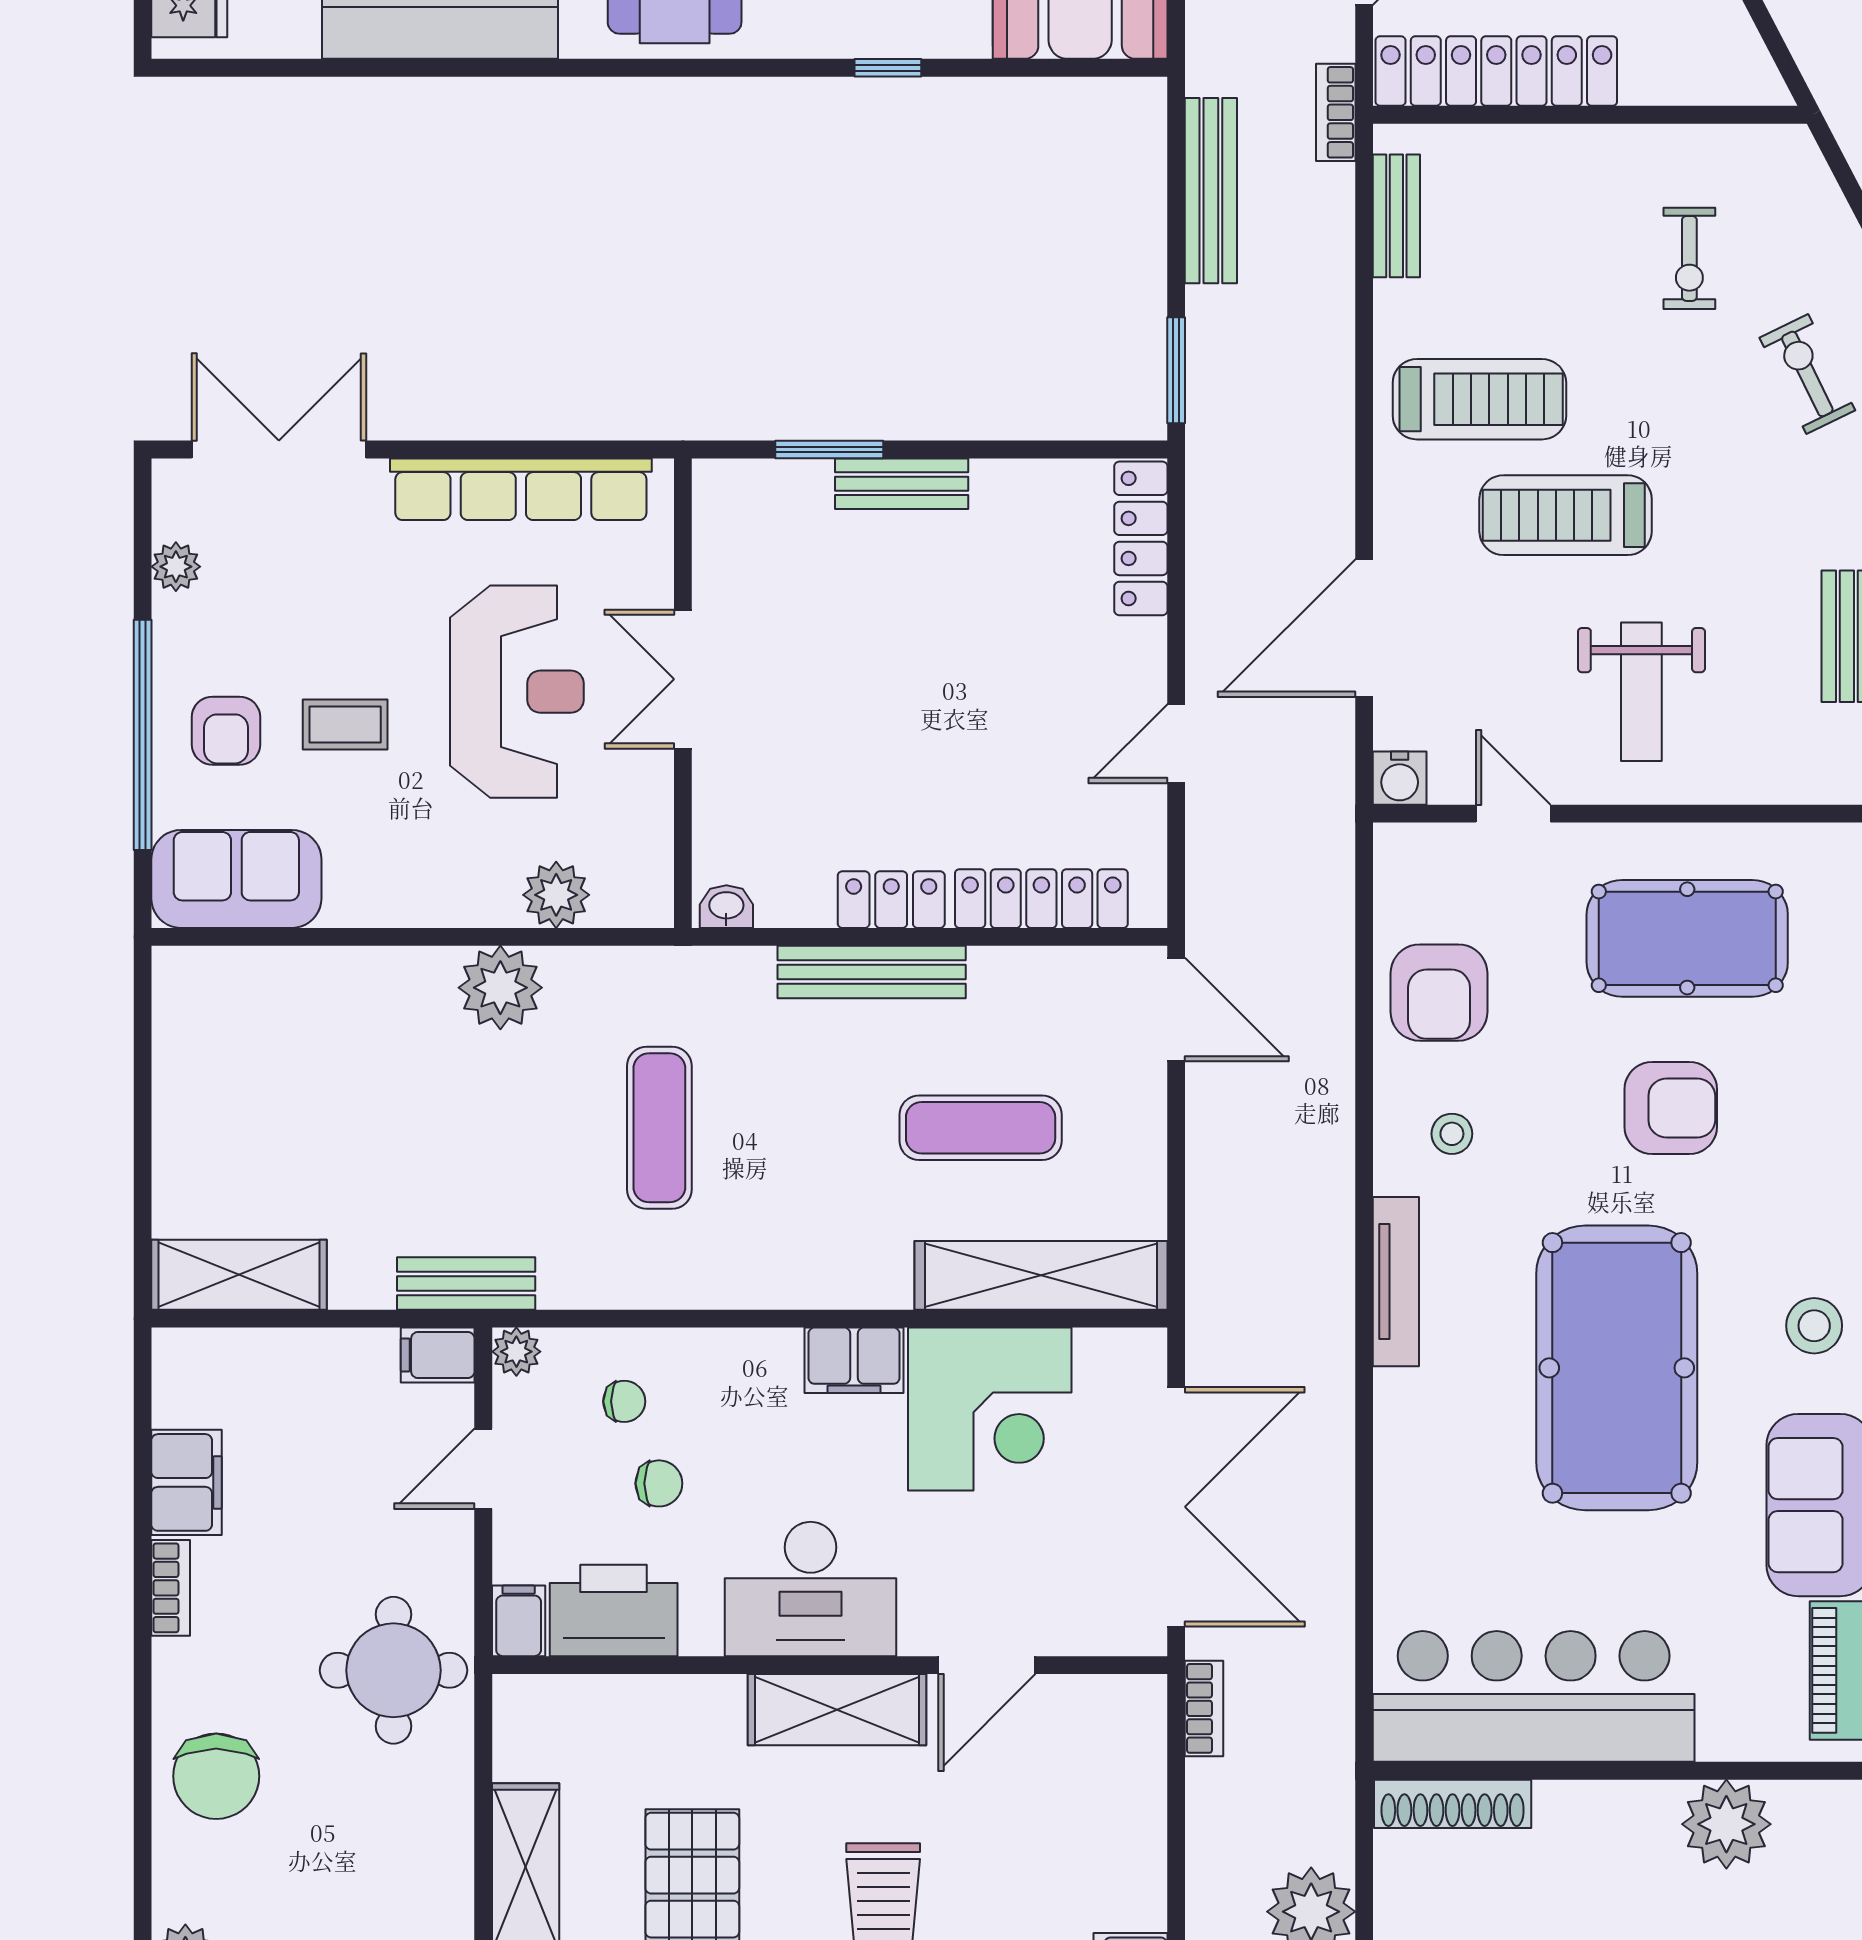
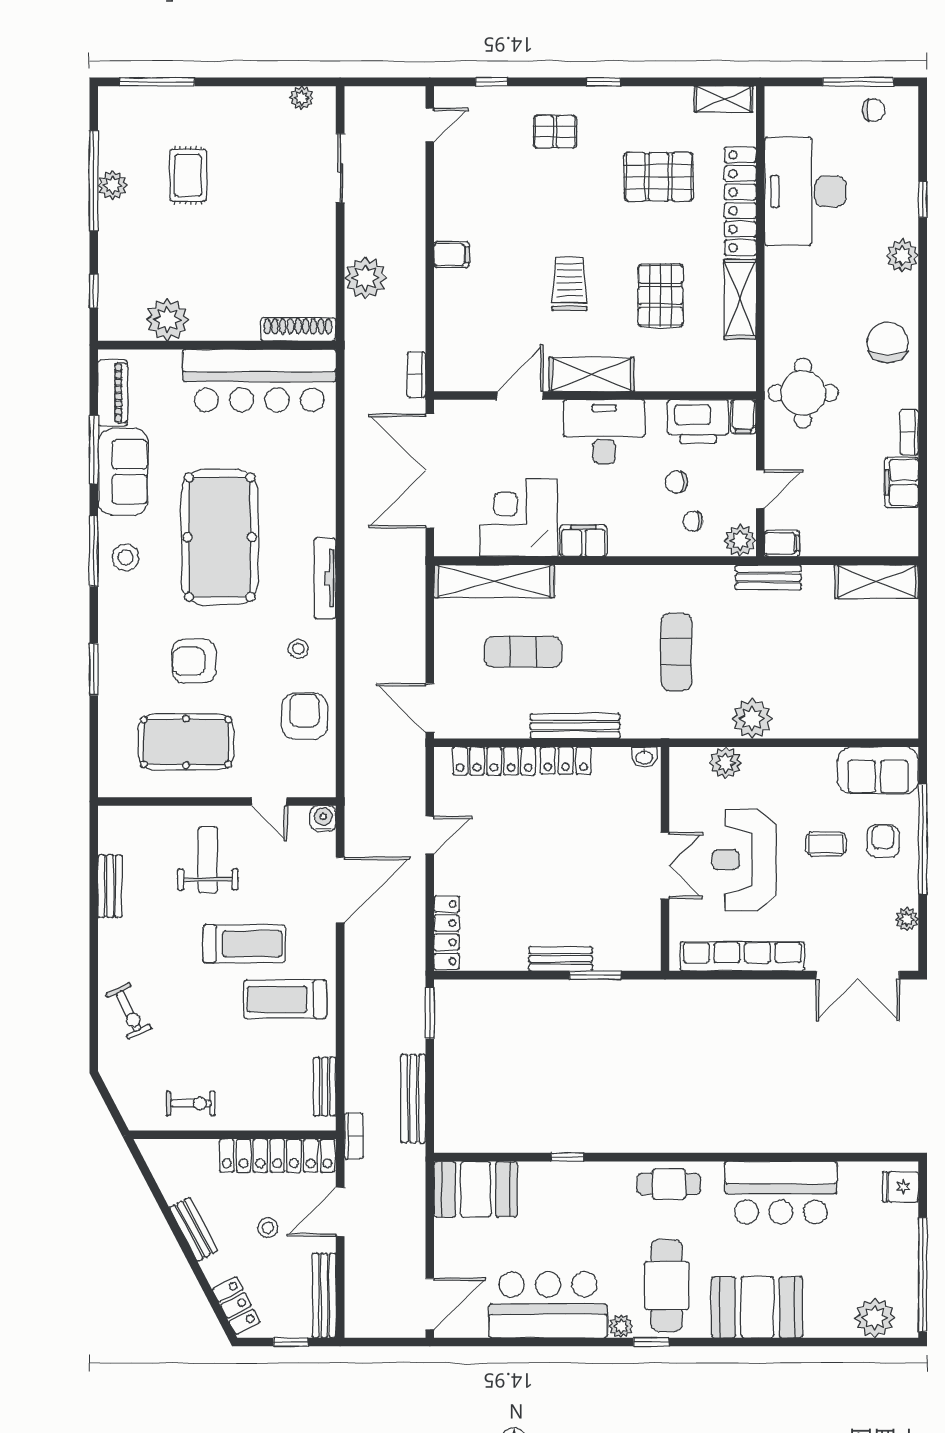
exercise bike: (1689, 258) -> (191, 1103), moved, turned 90
plant: (516, 1352) -> (740, 541), width x1.38, depth x1.38

